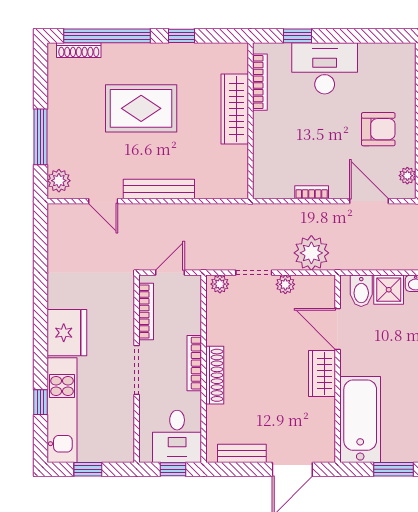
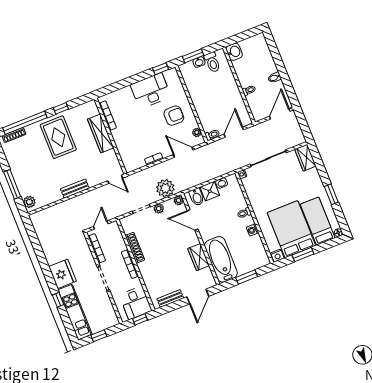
window: (297, 36) -> (161, 69), moved
desk: (325, 68) -> (151, 91), moved
rug: (141, 108) -> (58, 137), moved, turned 90
bench: (159, 189) -> (75, 189), width x0.73
door: (103, 201) -> (115, 179), moved
plant: (220, 284) -> (178, 200), moved
wardrobe: (322, 373) -> (199, 257), moved
shoe rack: (215, 375) -> (135, 248), moved
window: (41, 402) -> (58, 300), moved

